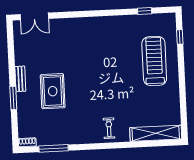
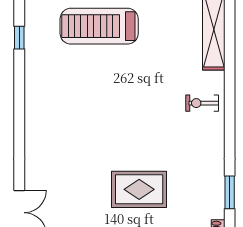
window: (54, 148) -> (230, 192), width x0.69

